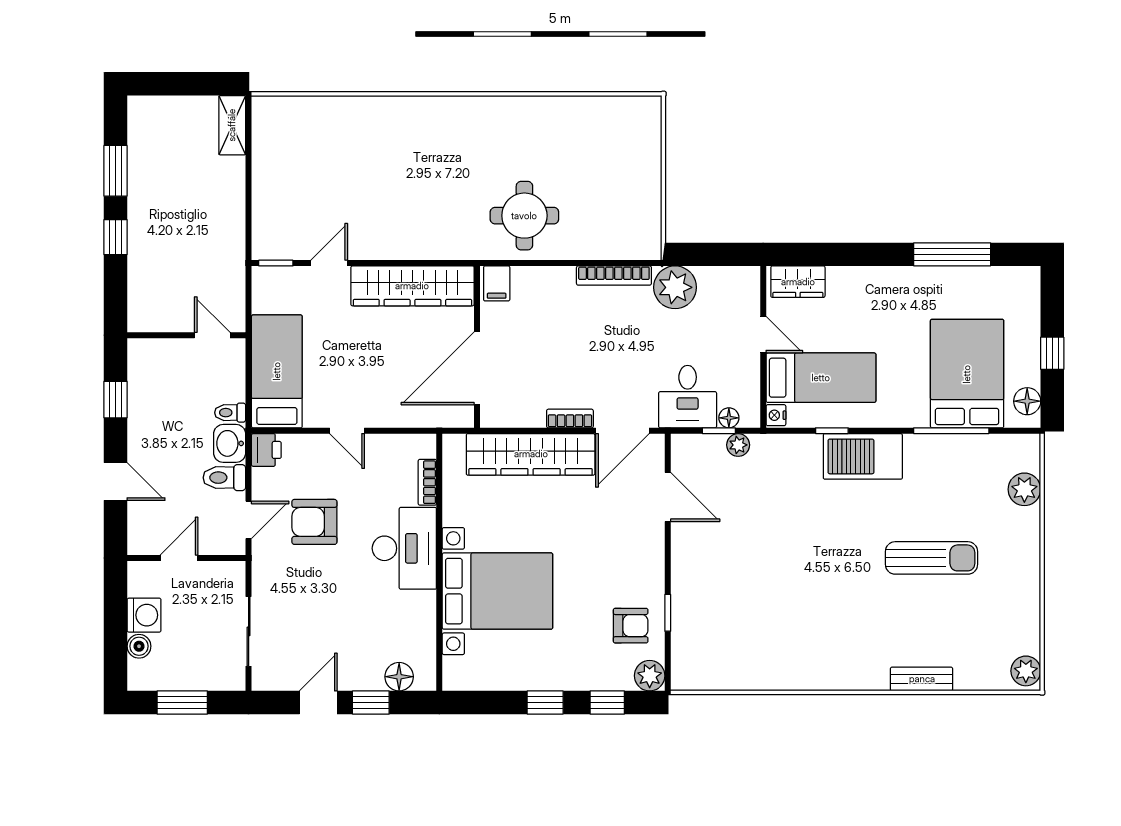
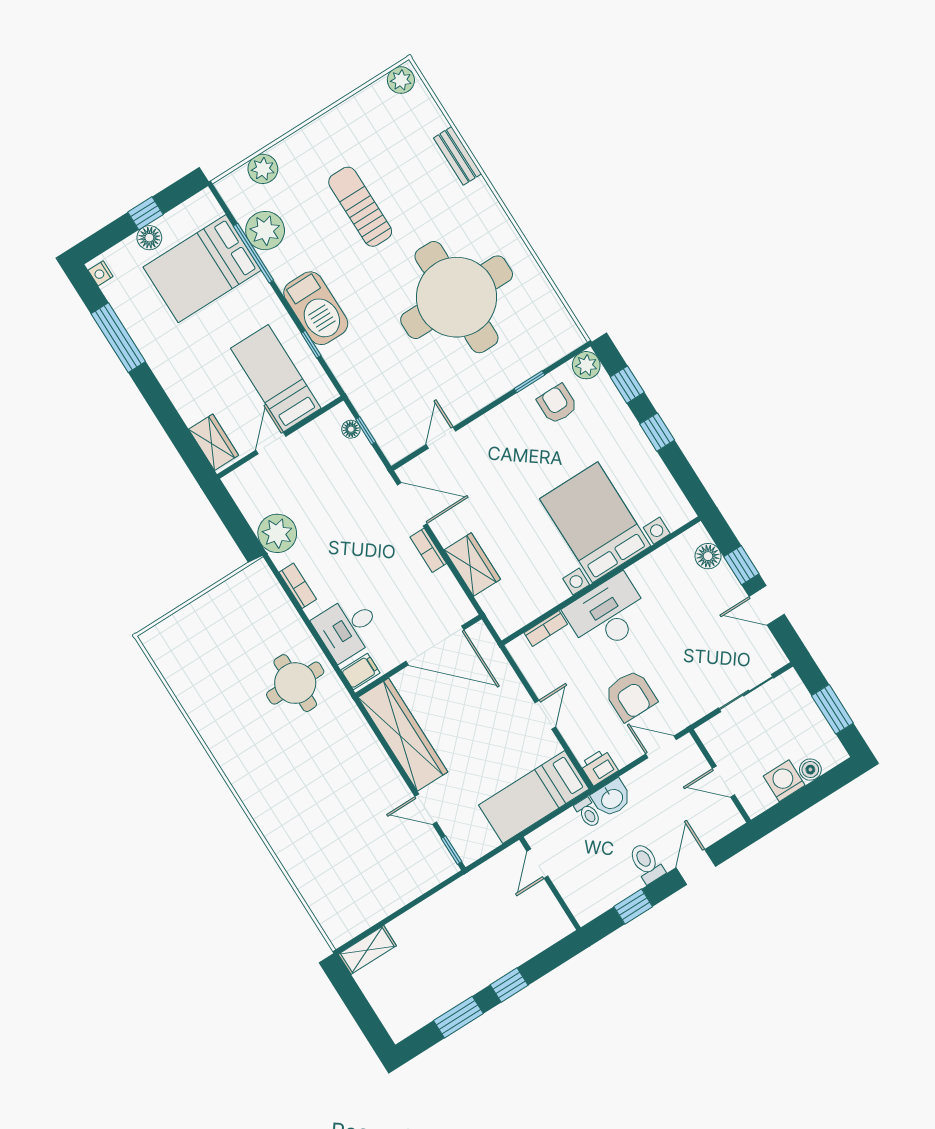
bookcase: (614, 276) -> (298, 586), width x0.64
desk: (688, 397) -> (347, 628), moved, turned 180
floor lamp: (1027, 401) -> (149, 238), moved
nightstand: (776, 415) -> (101, 273), moved, turned 90
plant: (738, 445) -> (265, 231), moved, width x1.88, depth x1.88
wardrobe: (531, 454) -> (472, 565), width x0.48, depth x0.85
toilet: (224, 478) -> (646, 863), moved, turned 180
door: (668, 497) -> (441, 438), width x0.73
round table: (790, 595) -> (457, 297), added

